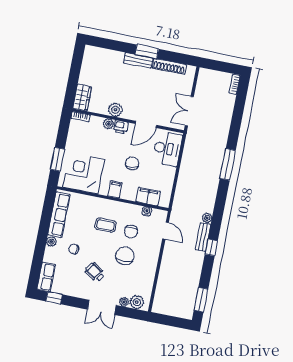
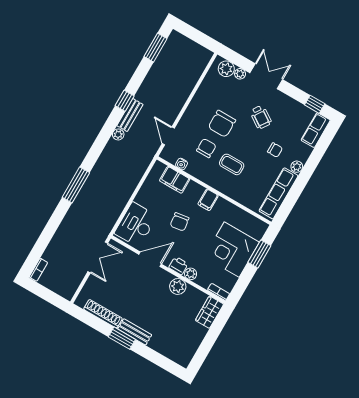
corner desk: (84, 173) -> (232, 250), moved, turned 90

